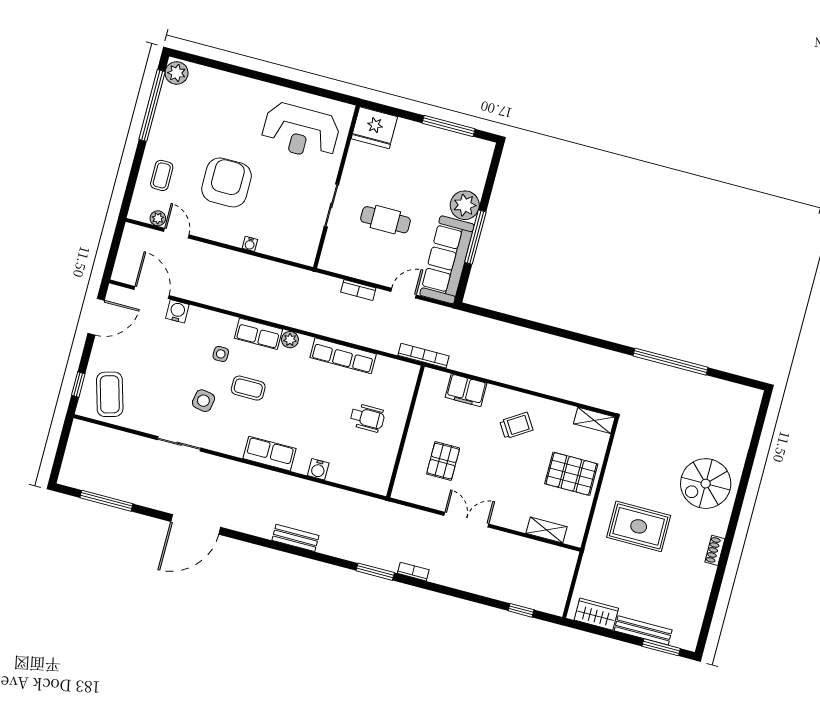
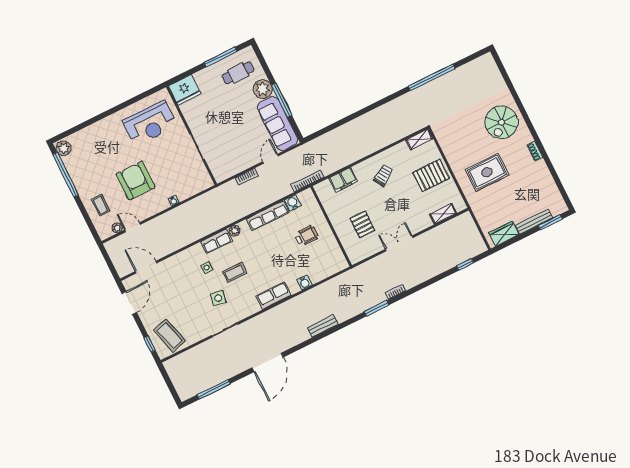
cafe table: (385, 220) -> (238, 73), moved
water cooler: (177, 311) -> (293, 203), moved

